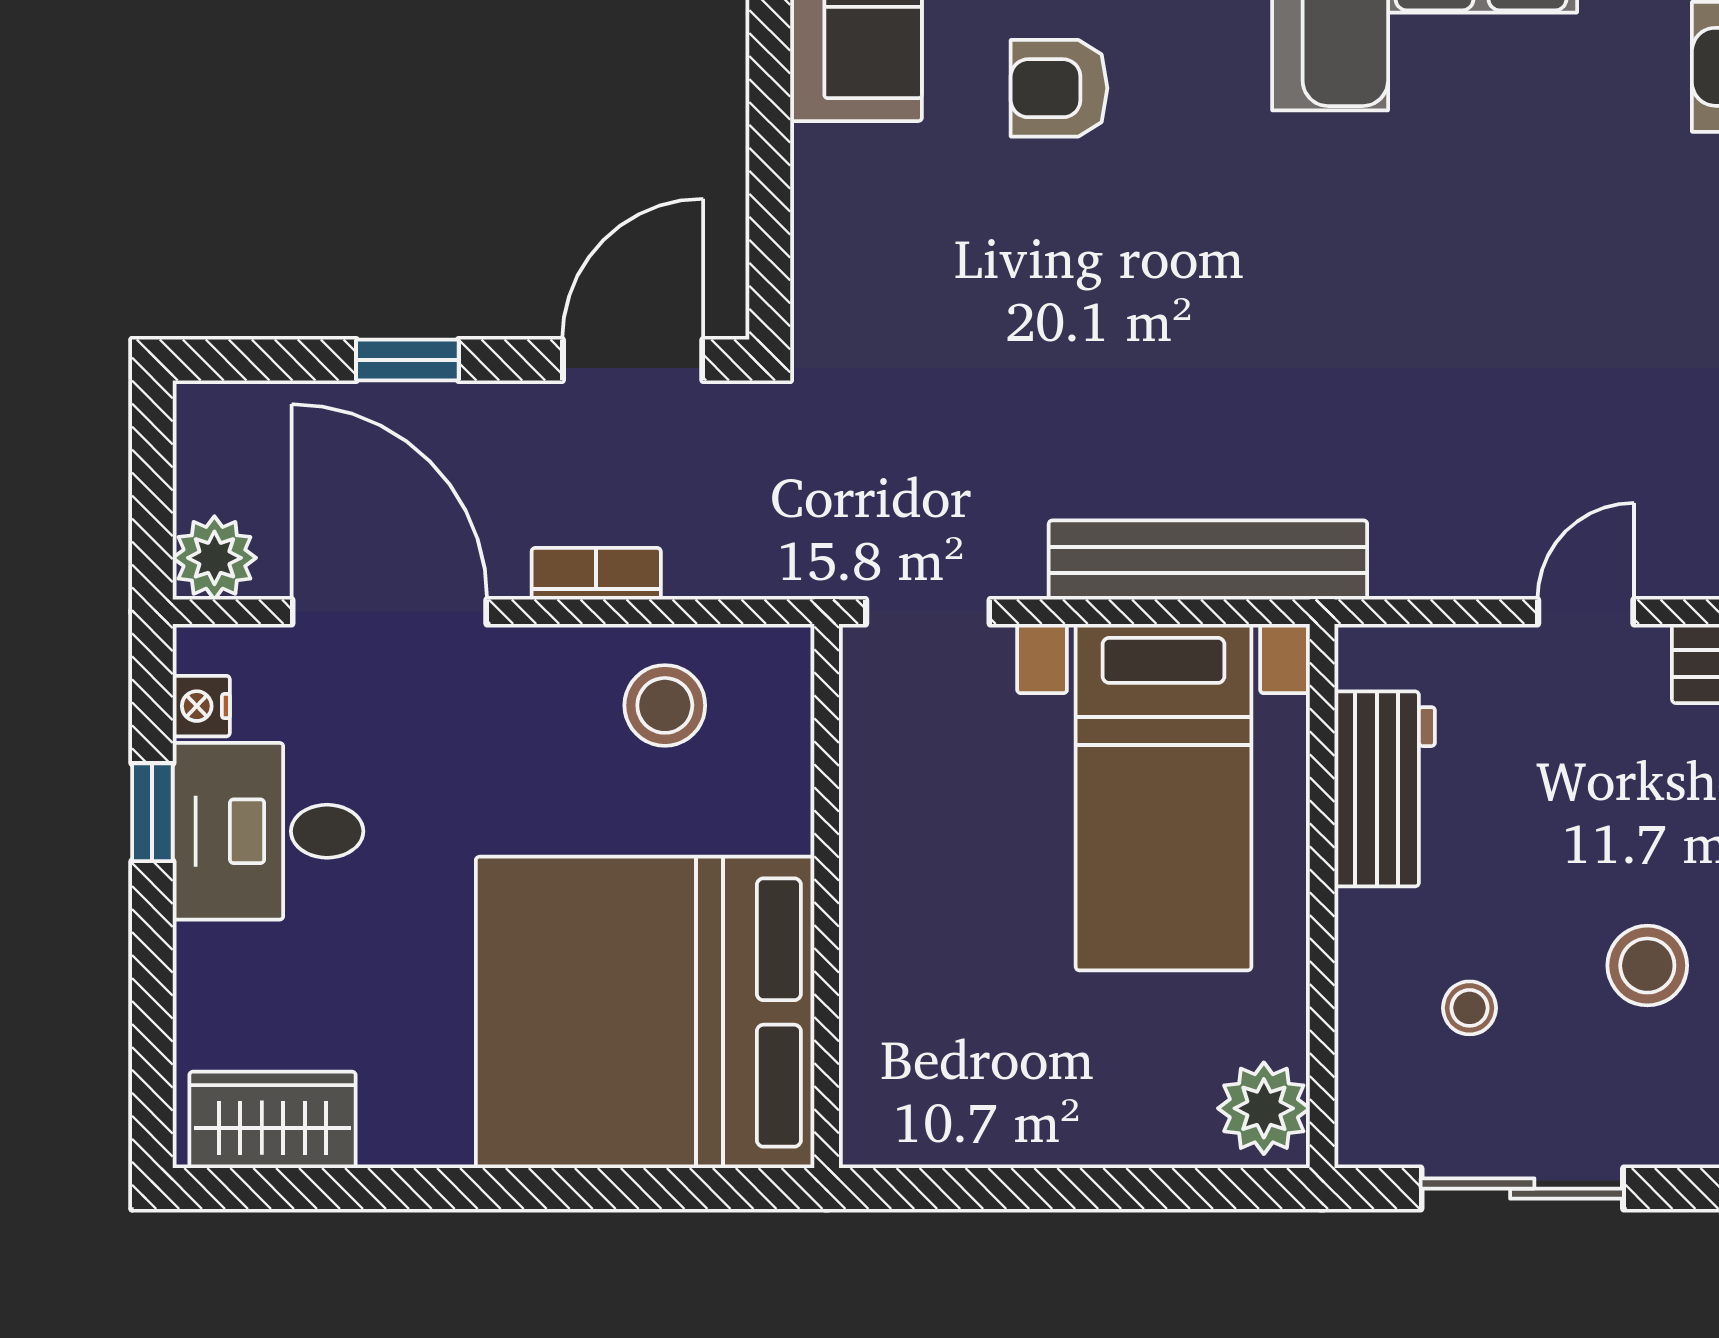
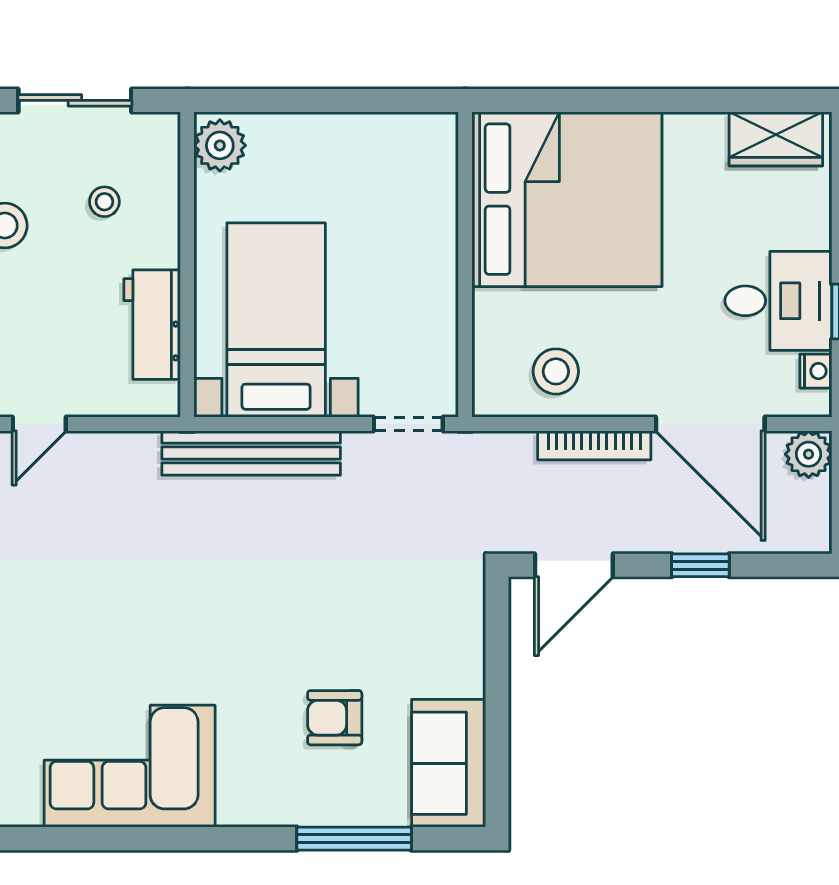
armchair: (1059, 88) -> (335, 718), turned 180
bookcase: (596, 574) -> (594, 445), width x1.56

